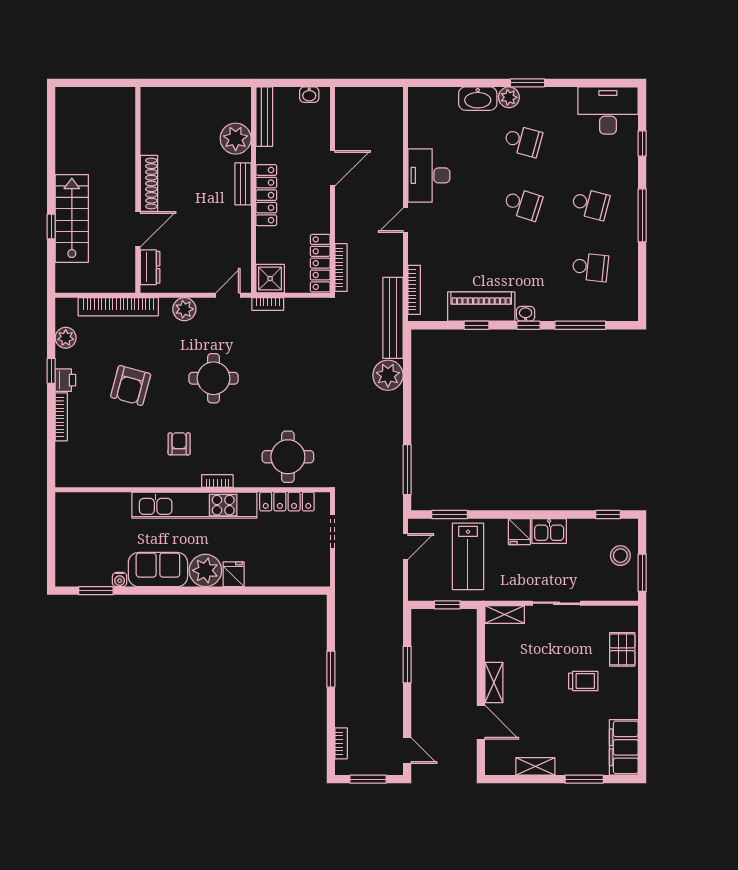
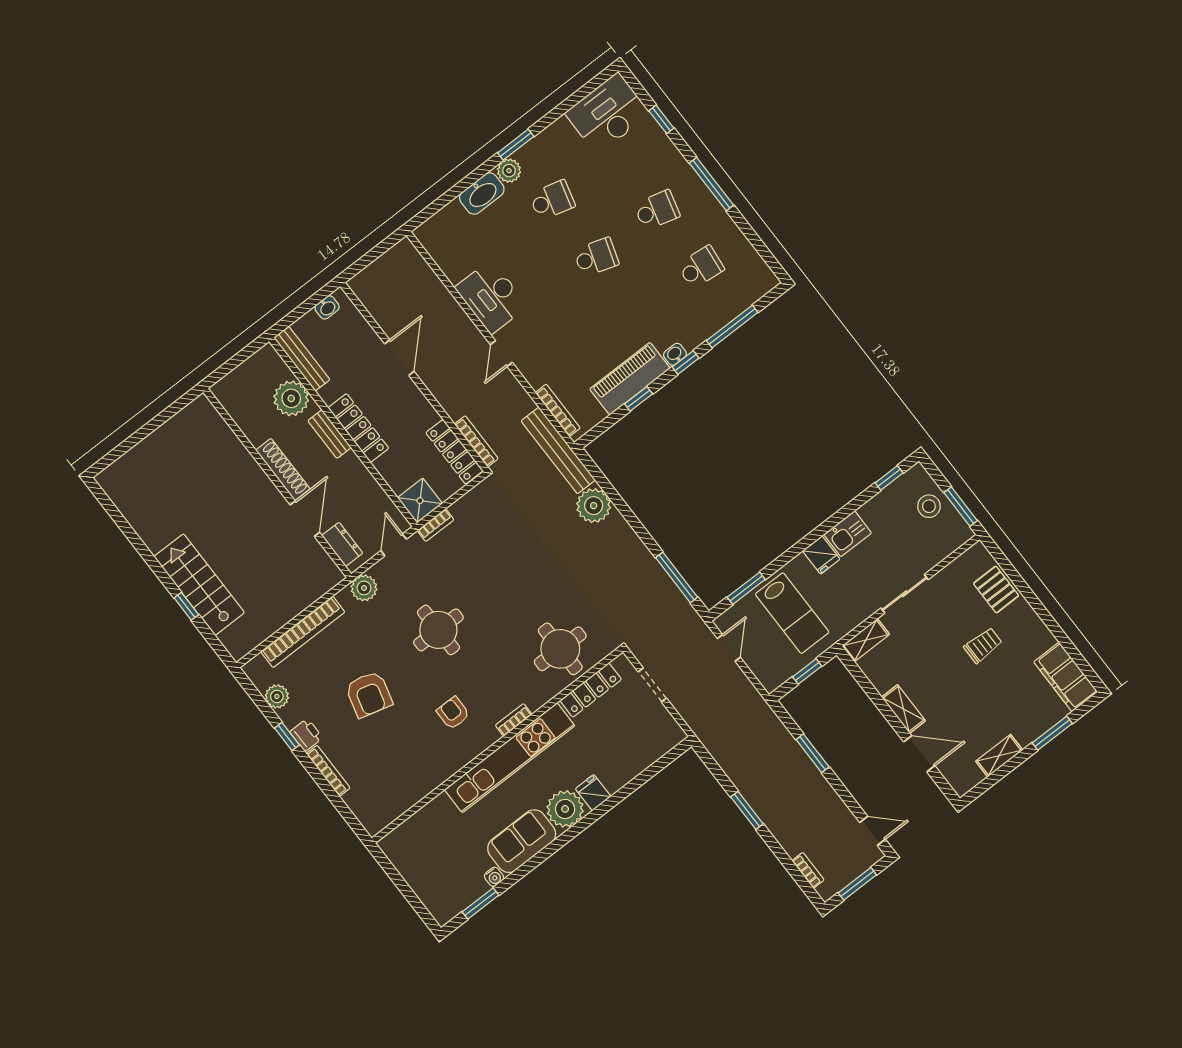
shoe rack: (149, 183) -> (283, 469), moved
wall: (138, 190) -> (277, 483), moved
door: (138, 229) -> (305, 519), moved
dresser: (150, 267) -> (342, 544), moved

